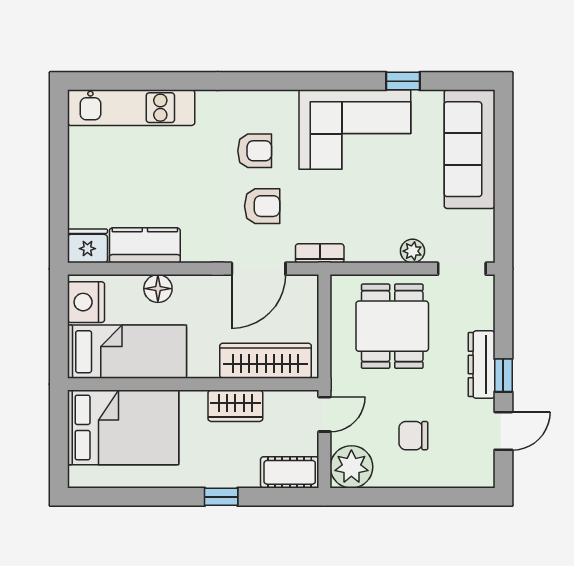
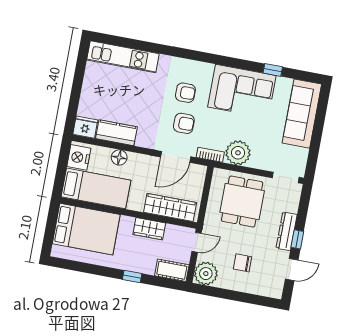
plant: (413, 251) -> (238, 153), moved, width x1.87, depth x1.87

